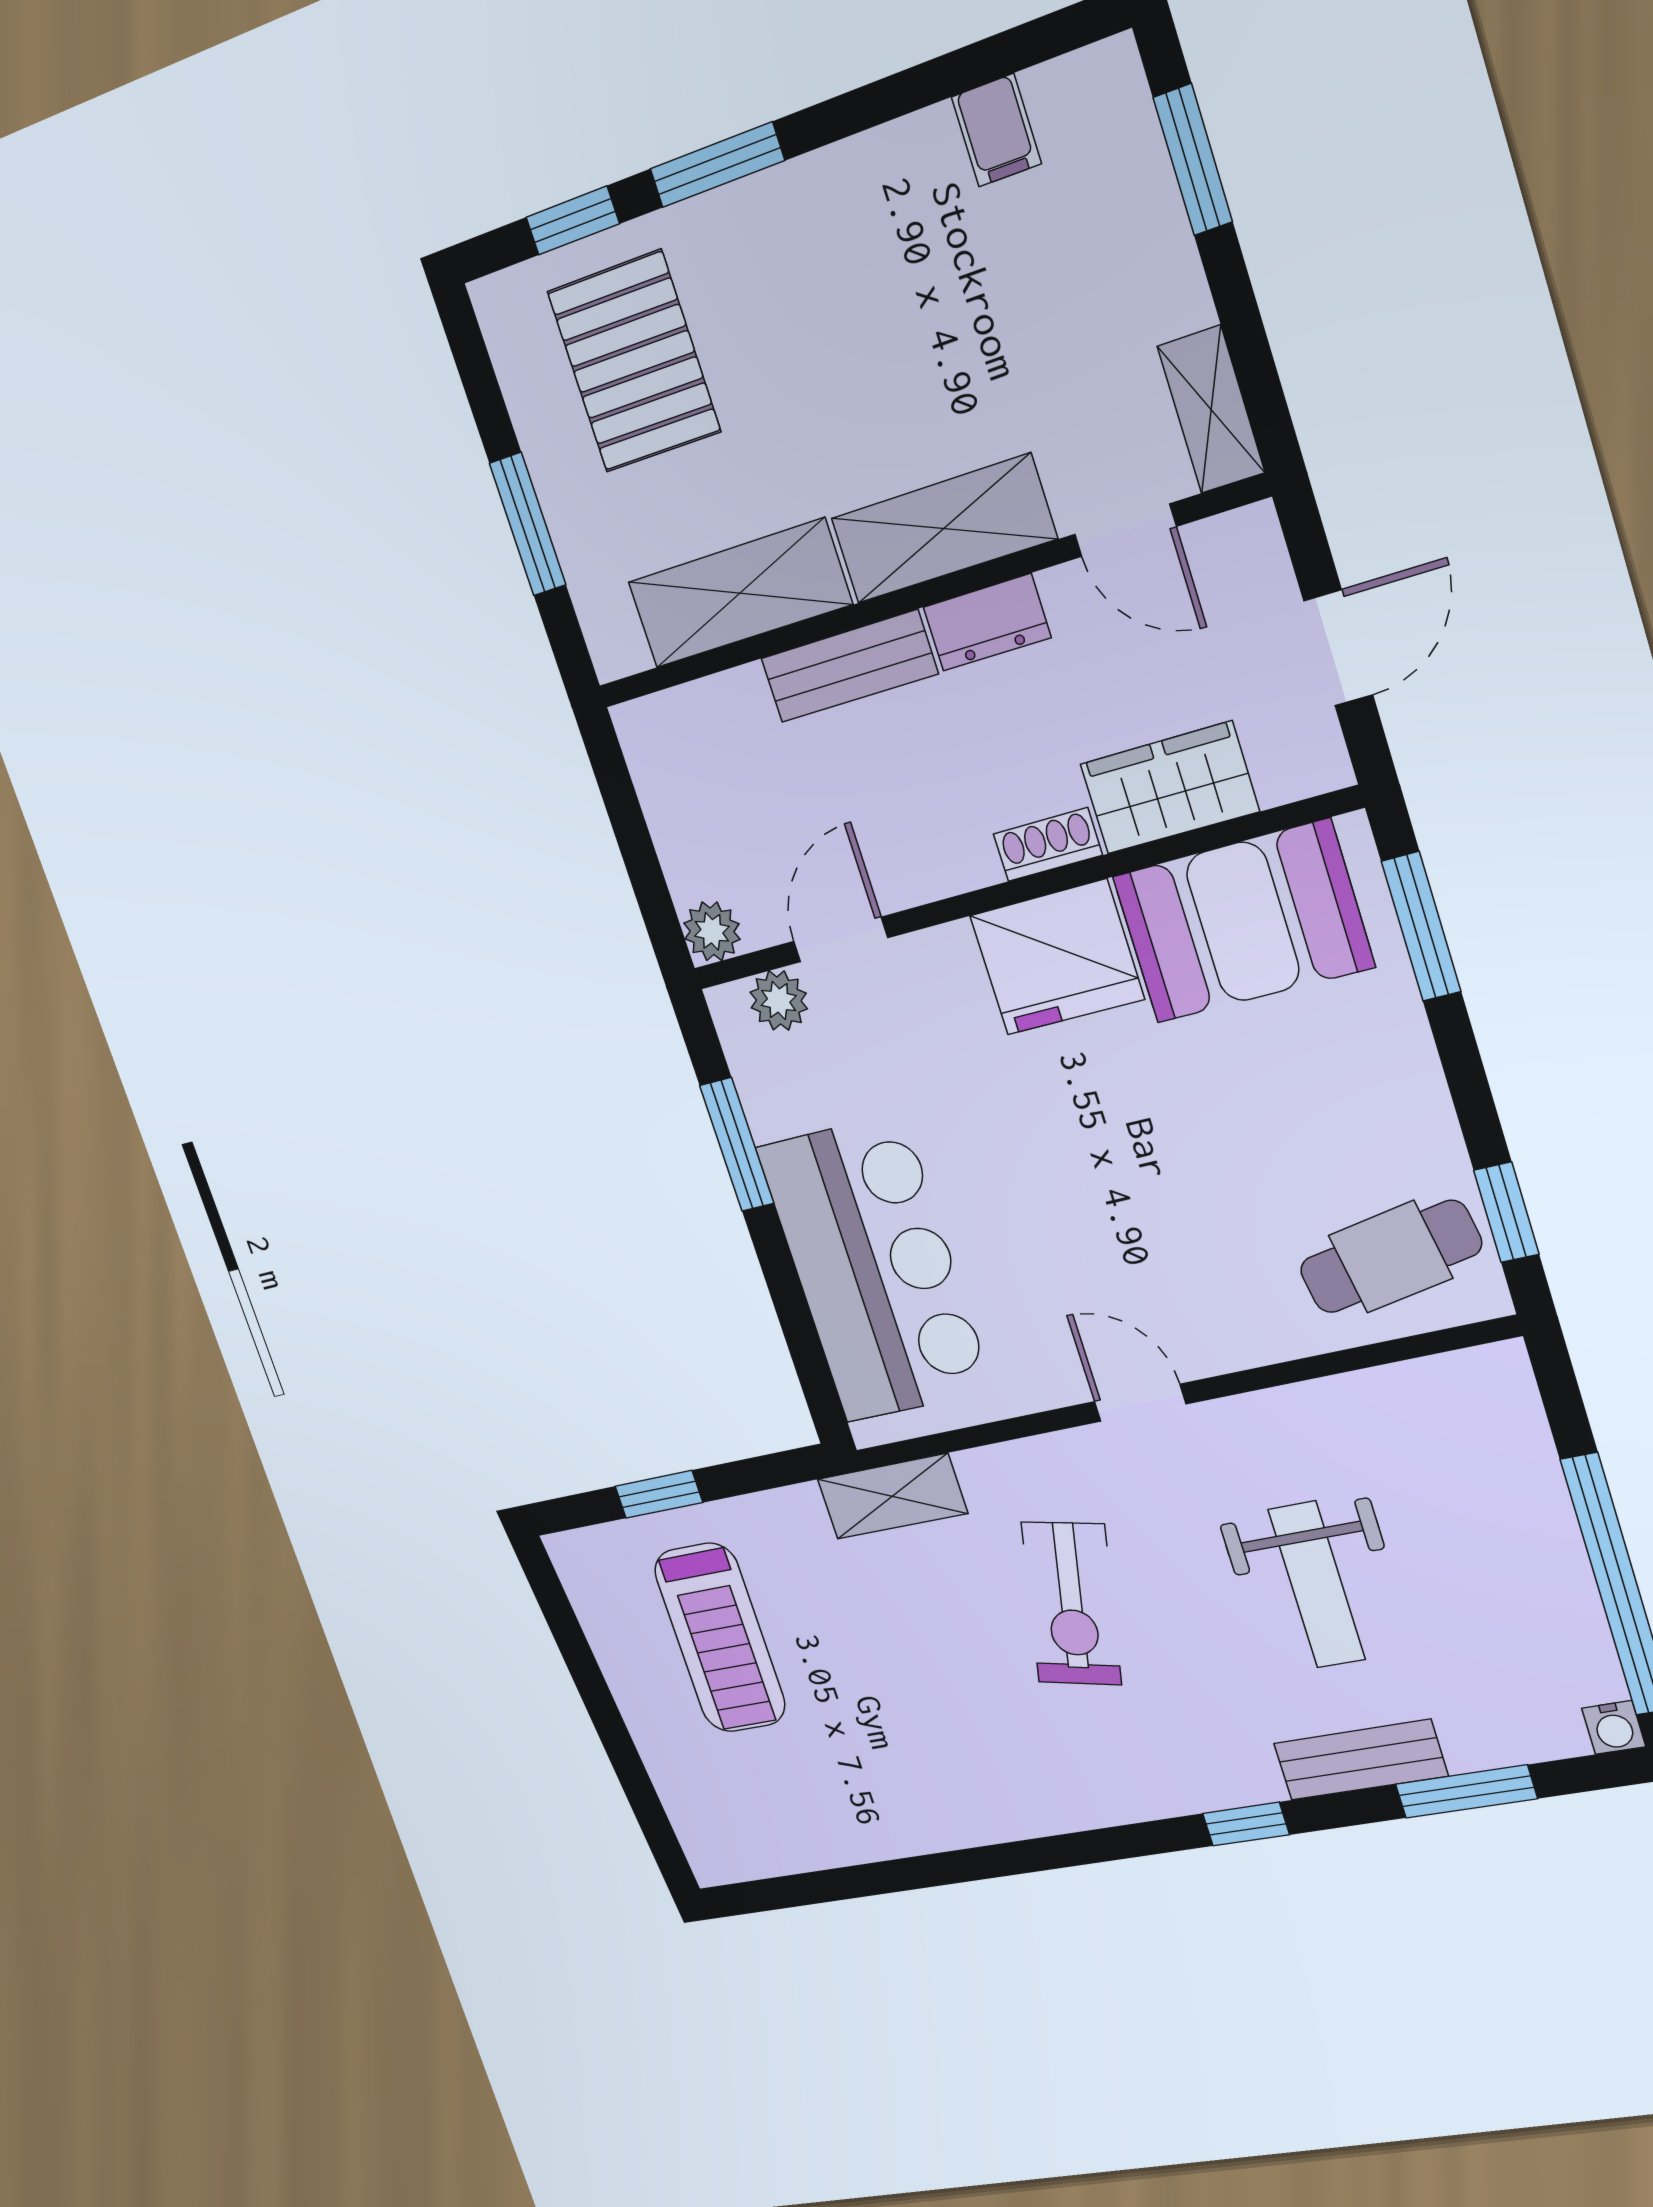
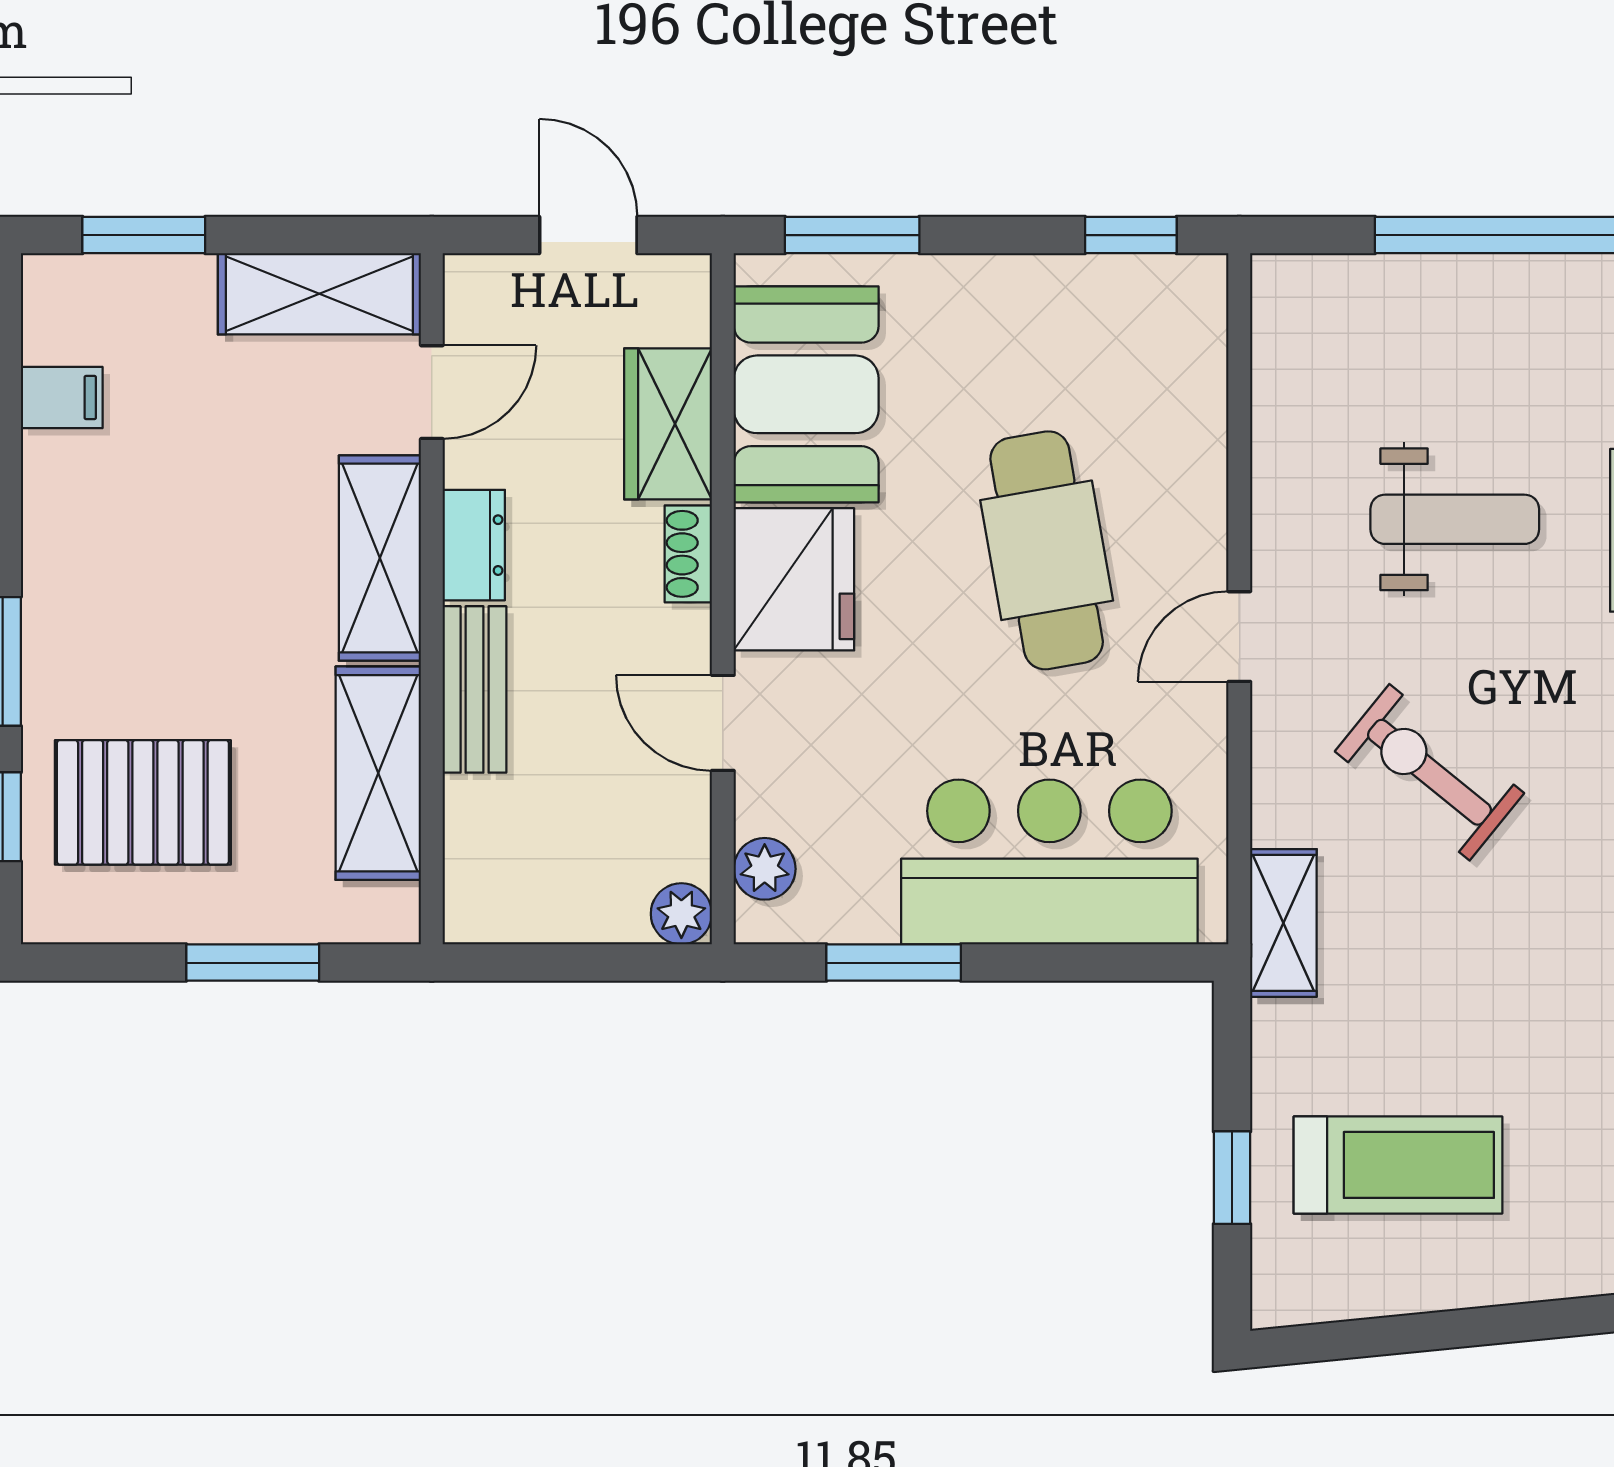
shelving: (1211, 409) -> (319, 294), width x1.50, depth x1.33
door: (841, 939) -> (723, 723), moved
cafe table: (1390, 1257) -> (1047, 550), moved, width x1.37, depth x1.35
exercise bike: (1071, 1604) -> (1429, 772), turned -153

